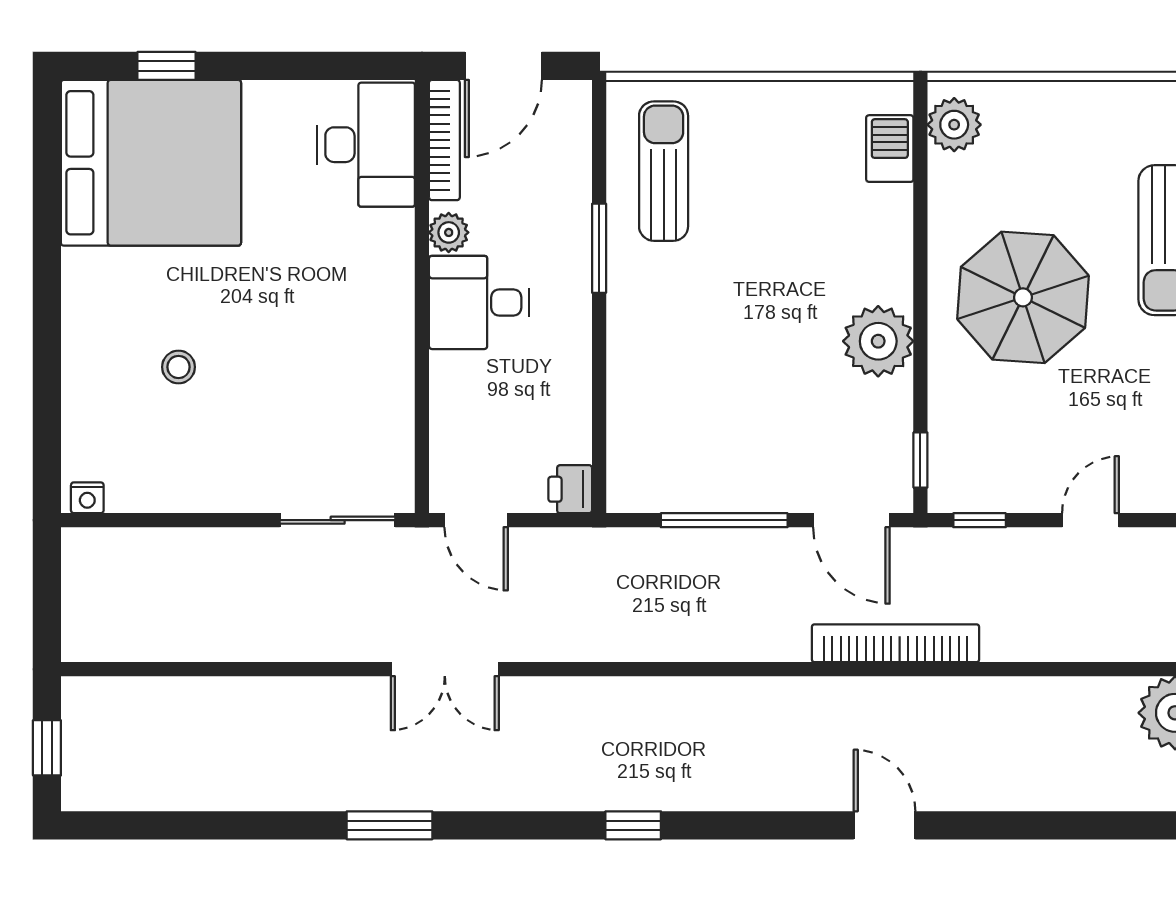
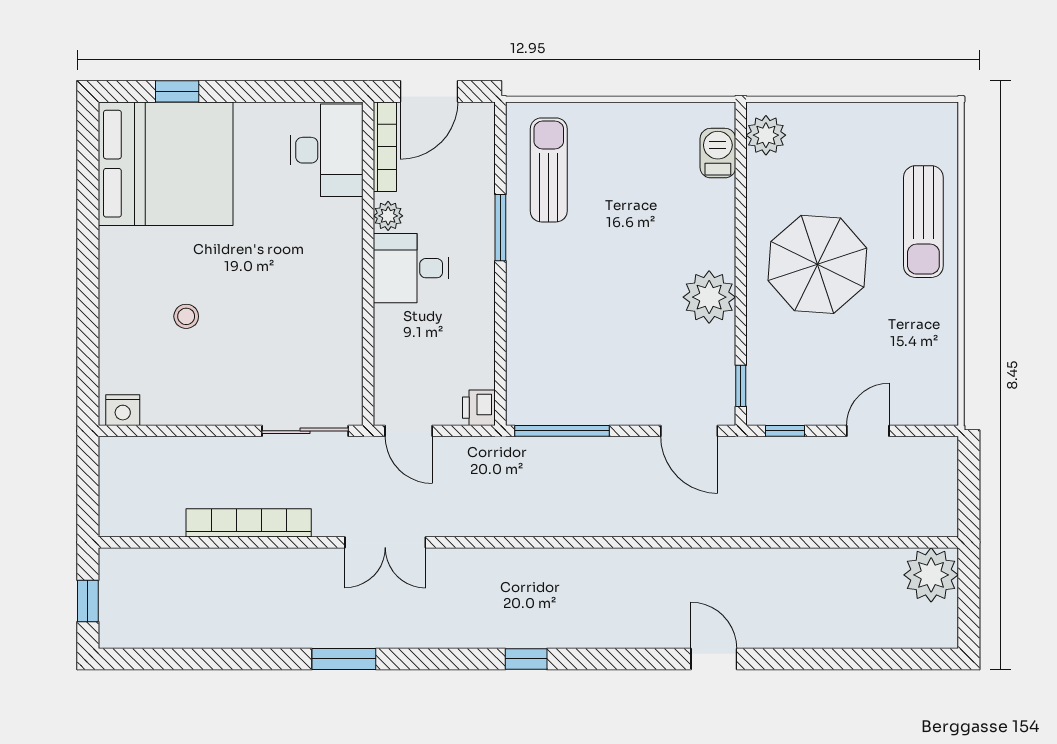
nightstand: (87, 498) -> (123, 410), width x1.39, depth x1.35
window: (724, 520) -> (562, 431), moved
bookcase: (896, 643) -> (249, 523), moved

